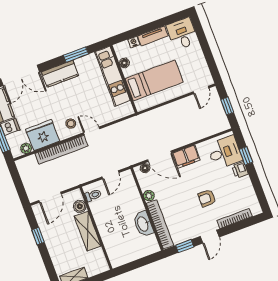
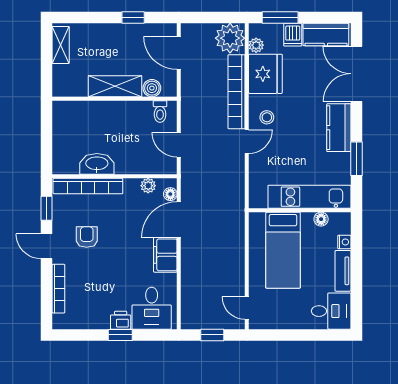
window: (246, 156) -> (120, 335), moved
plant: (28, 167) -> (230, 38), added
plant: (149, 196) -> (148, 186), moved
armchair: (207, 198) -> (87, 237), moved

